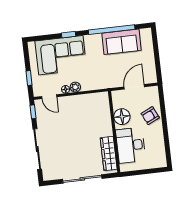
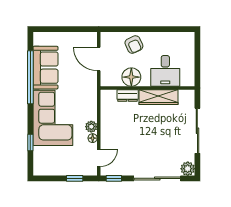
window: (69, 35) -> (30, 143), moved
corner sofa: (61, 55) -> (53, 118), moved
dresser: (106, 115) -> (128, 96), added
desk: (131, 145) -> (165, 71), width x0.73
wardrobe: (109, 154) -> (159, 97), moved
plant: (49, 174) -> (188, 169), added

